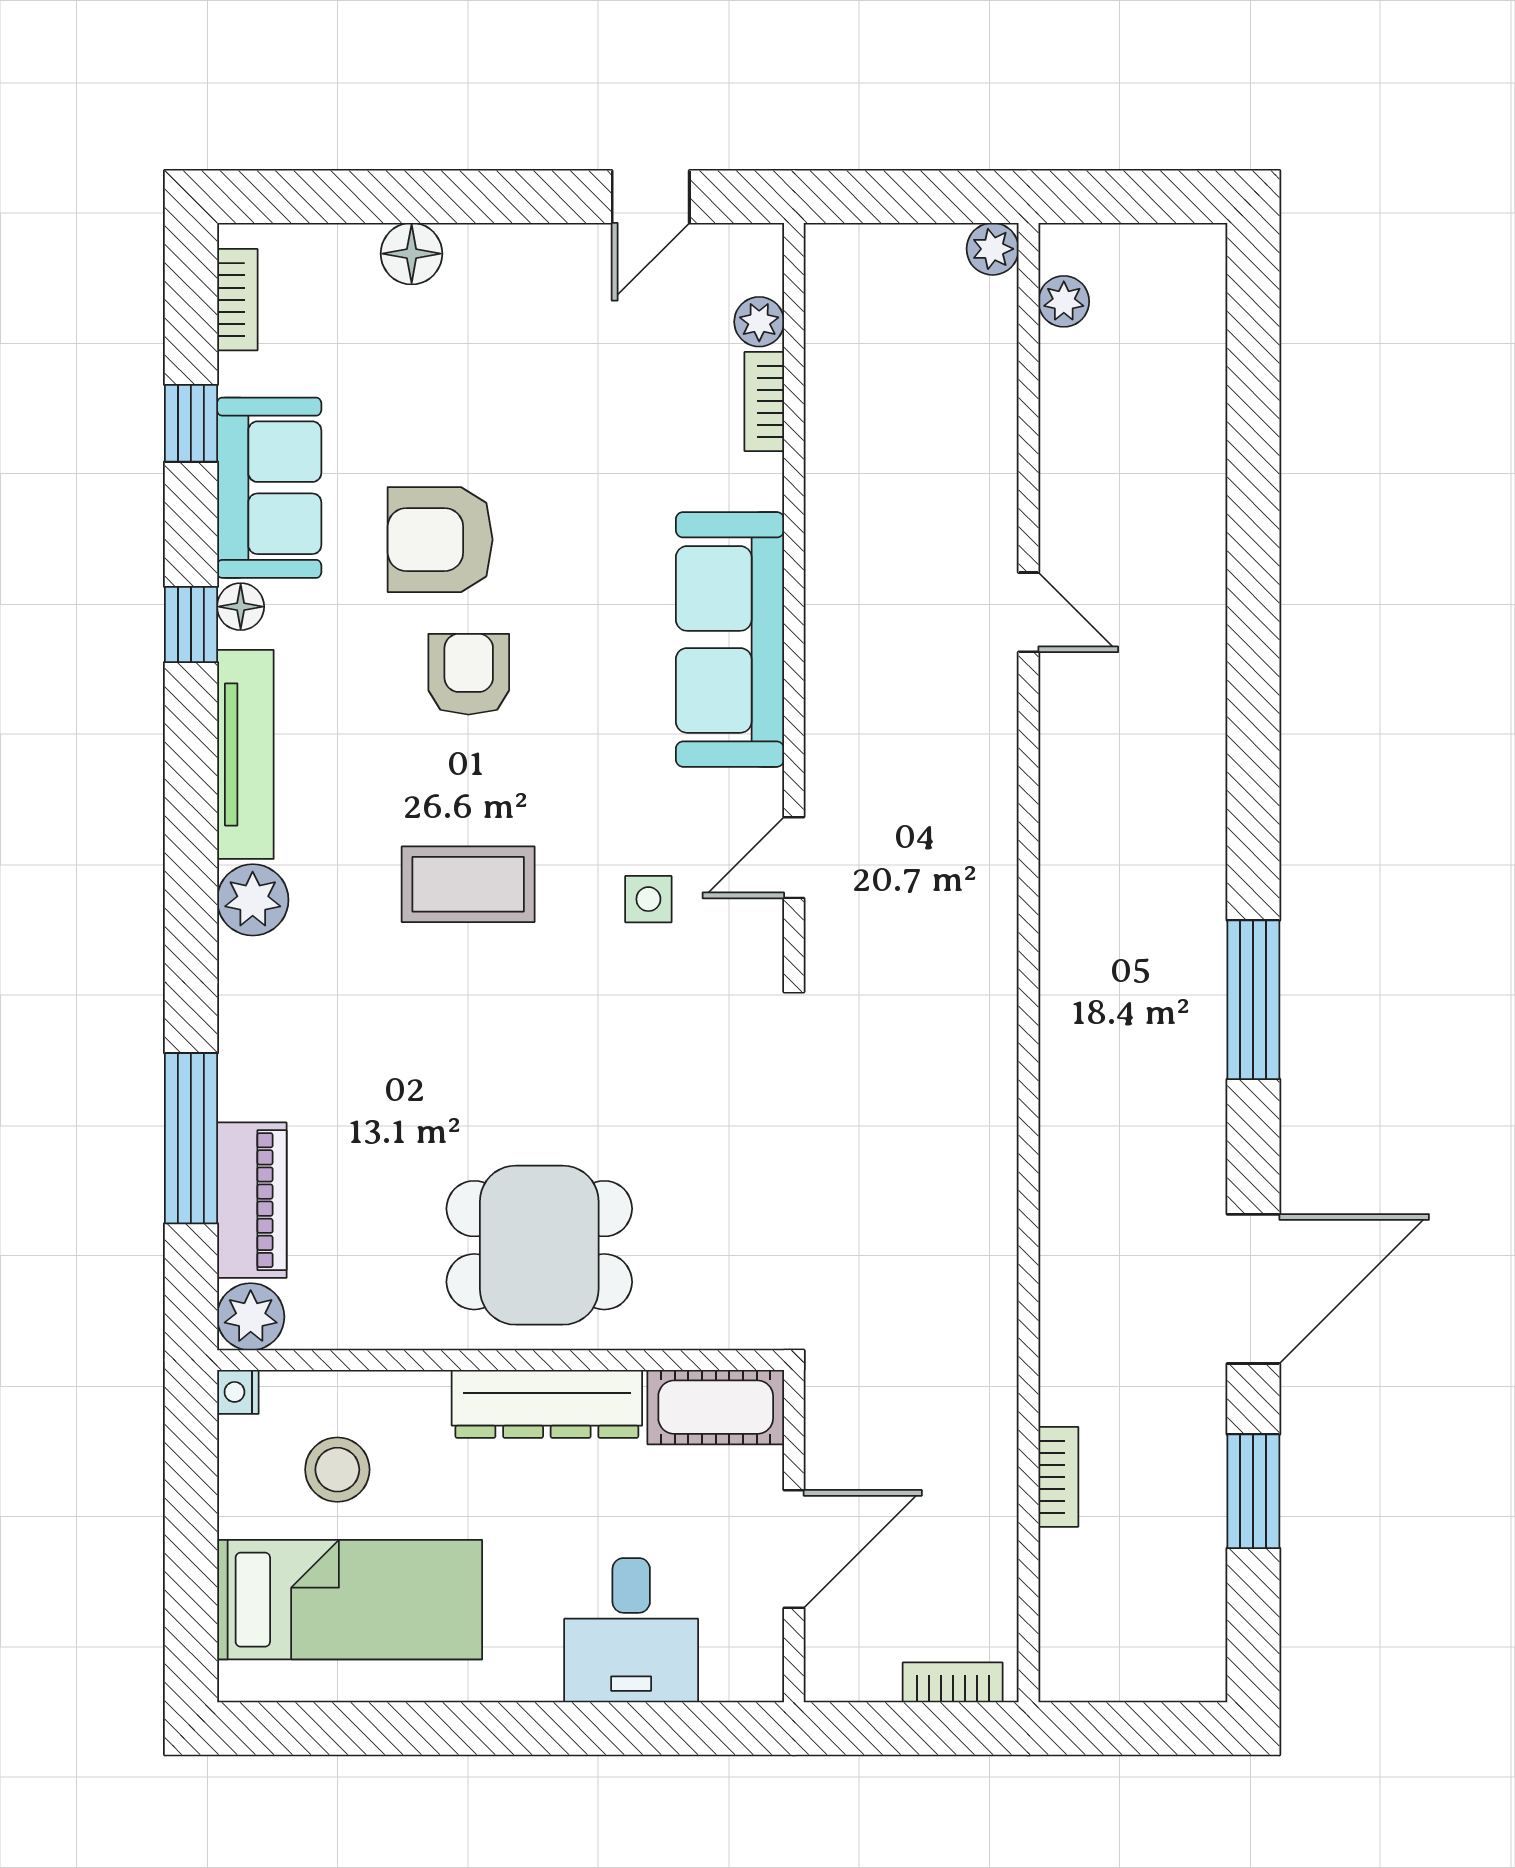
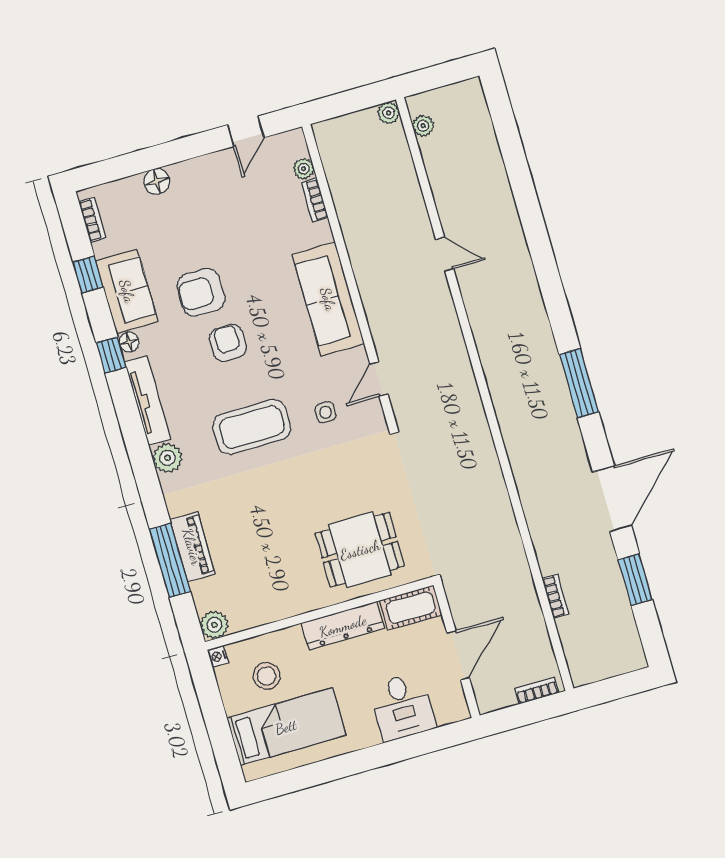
coffee table: (468, 884) -> (252, 427), width x1.36, depth x1.32
piano: (252, 1200) -> (192, 547), moved
dining table: (539, 1245) -> (360, 550), moved

